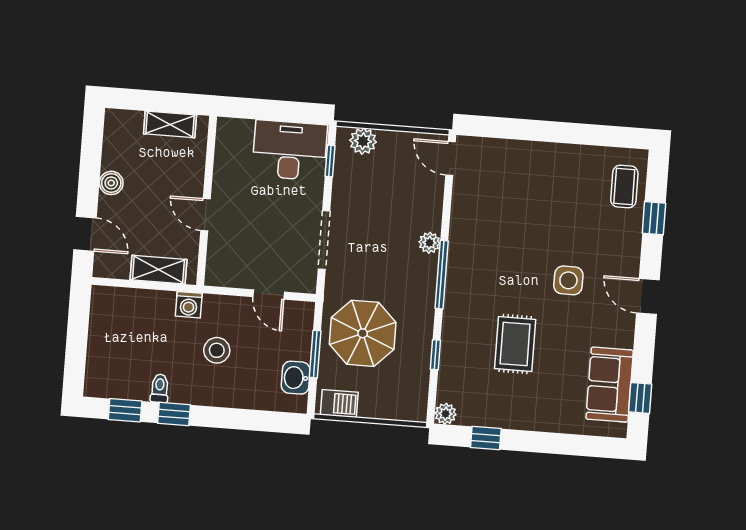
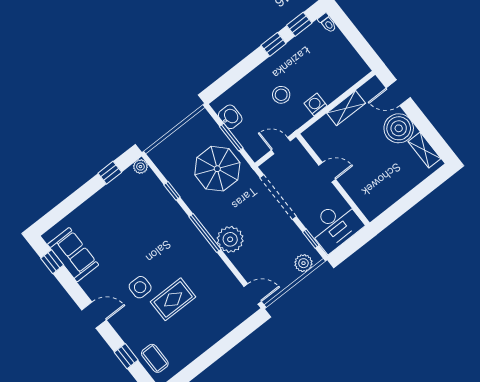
shelving: (170, 124) -> (425, 150), moved, turned 90
boiler: (111, 183) -> (399, 128), width x1.86, depth x1.86
wall: (207, 201) -> (333, 180), moved
door: (206, 215) -> (327, 172), moved
doorway: (324, 240) -> (278, 197), width x1.36
plant: (429, 243) -> (230, 239), width x1.87, depth x1.87
rug: (515, 344) -> (173, 299), moved, turned 90
toilet: (160, 388) -> (327, 23), moved
barbecue: (339, 403) -> (197, 124), removed

